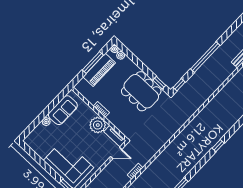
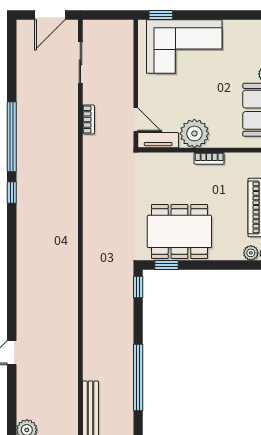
window: (205, 57) -> (138, 378), moved
window: (218, 146) -> (12, 192), moved
door: (116, 153) -> (136, 120), swing flipped

